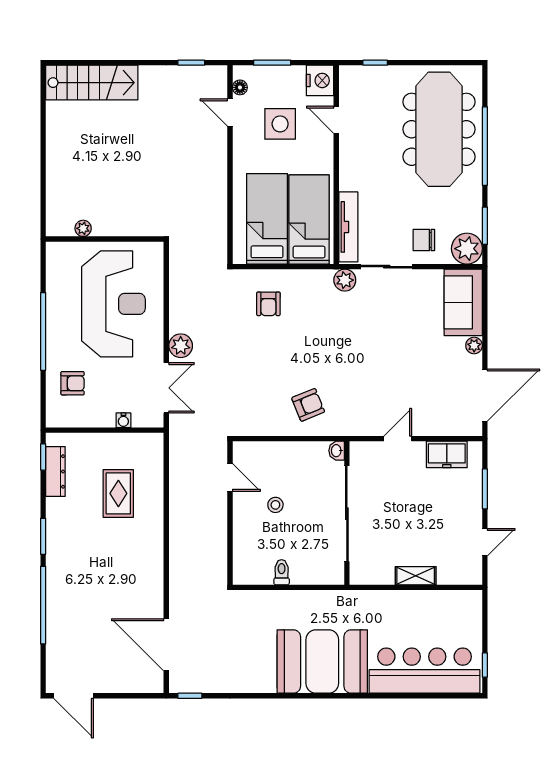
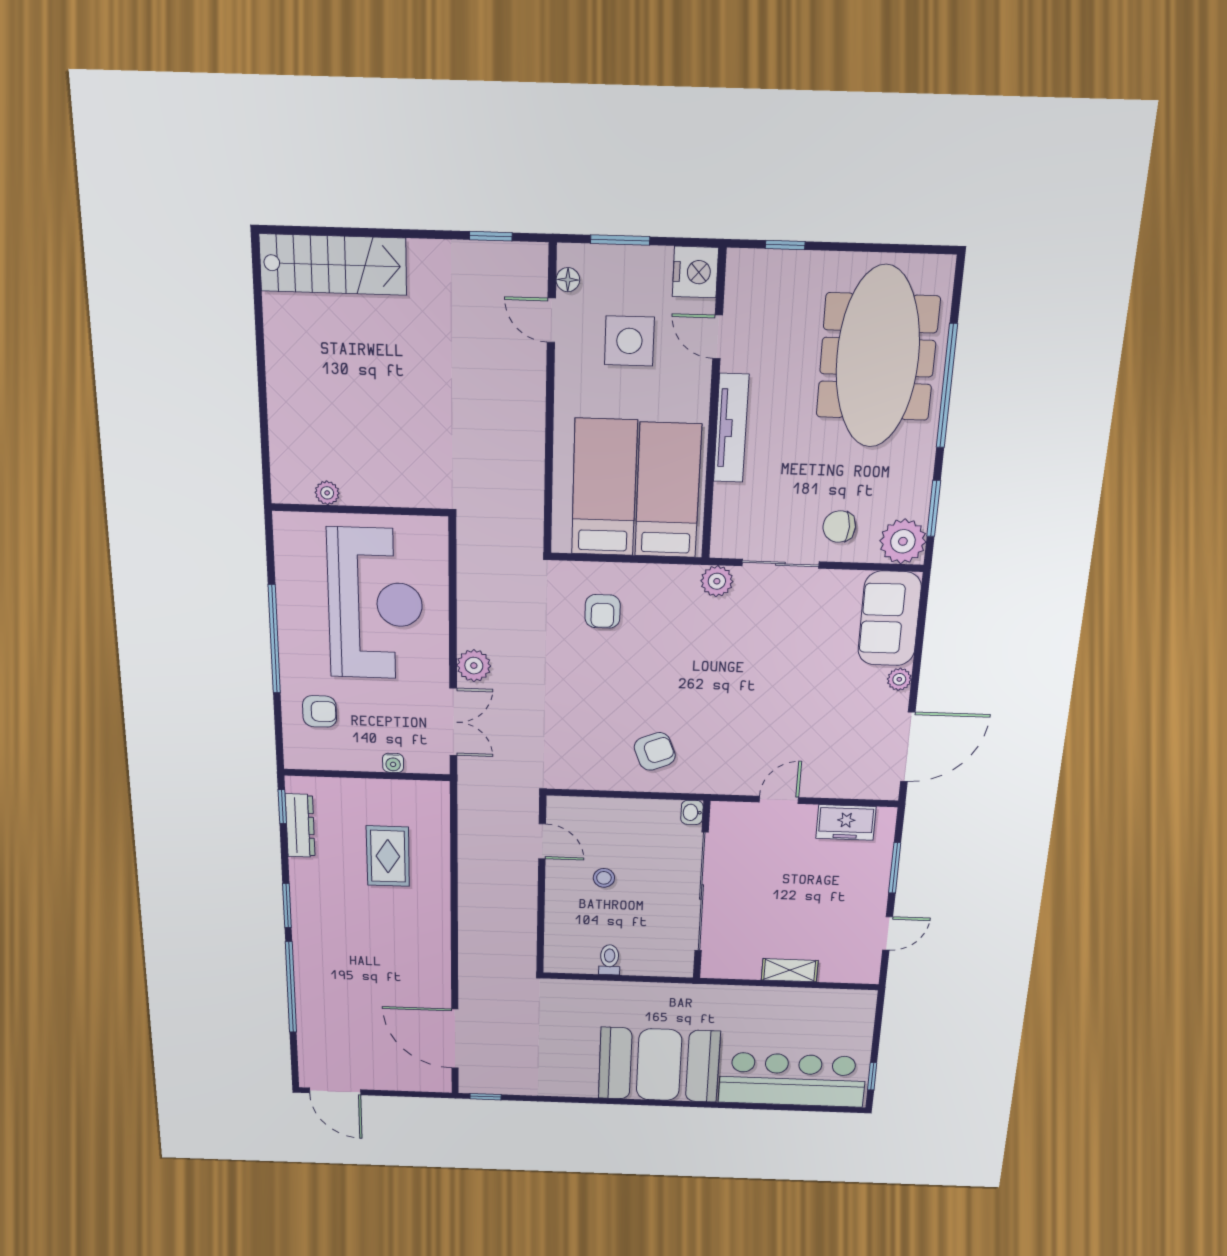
tv unit: (348, 227) -> (731, 428), moved

